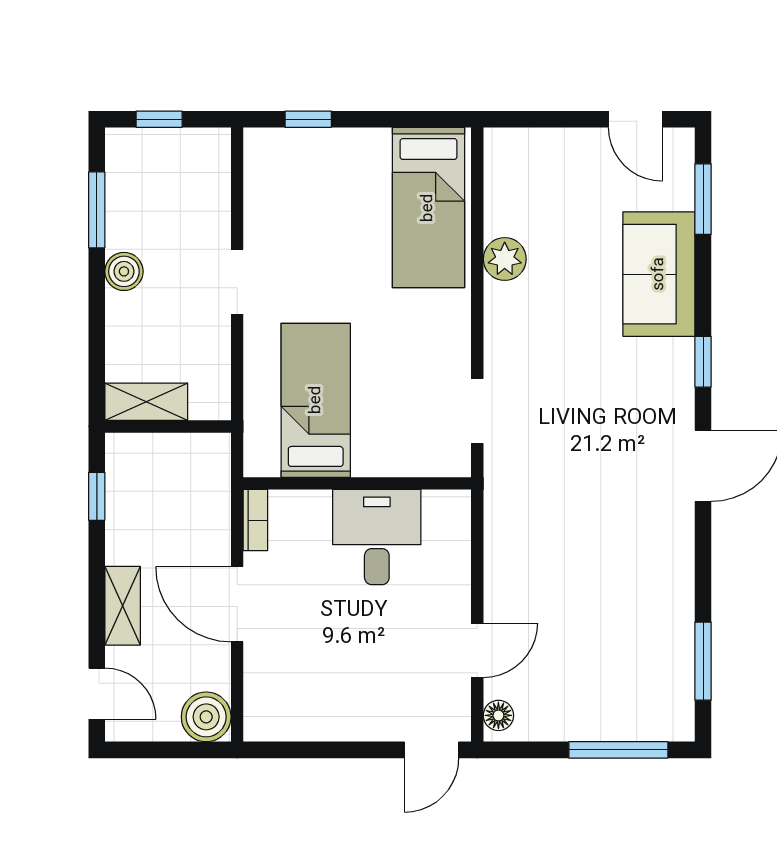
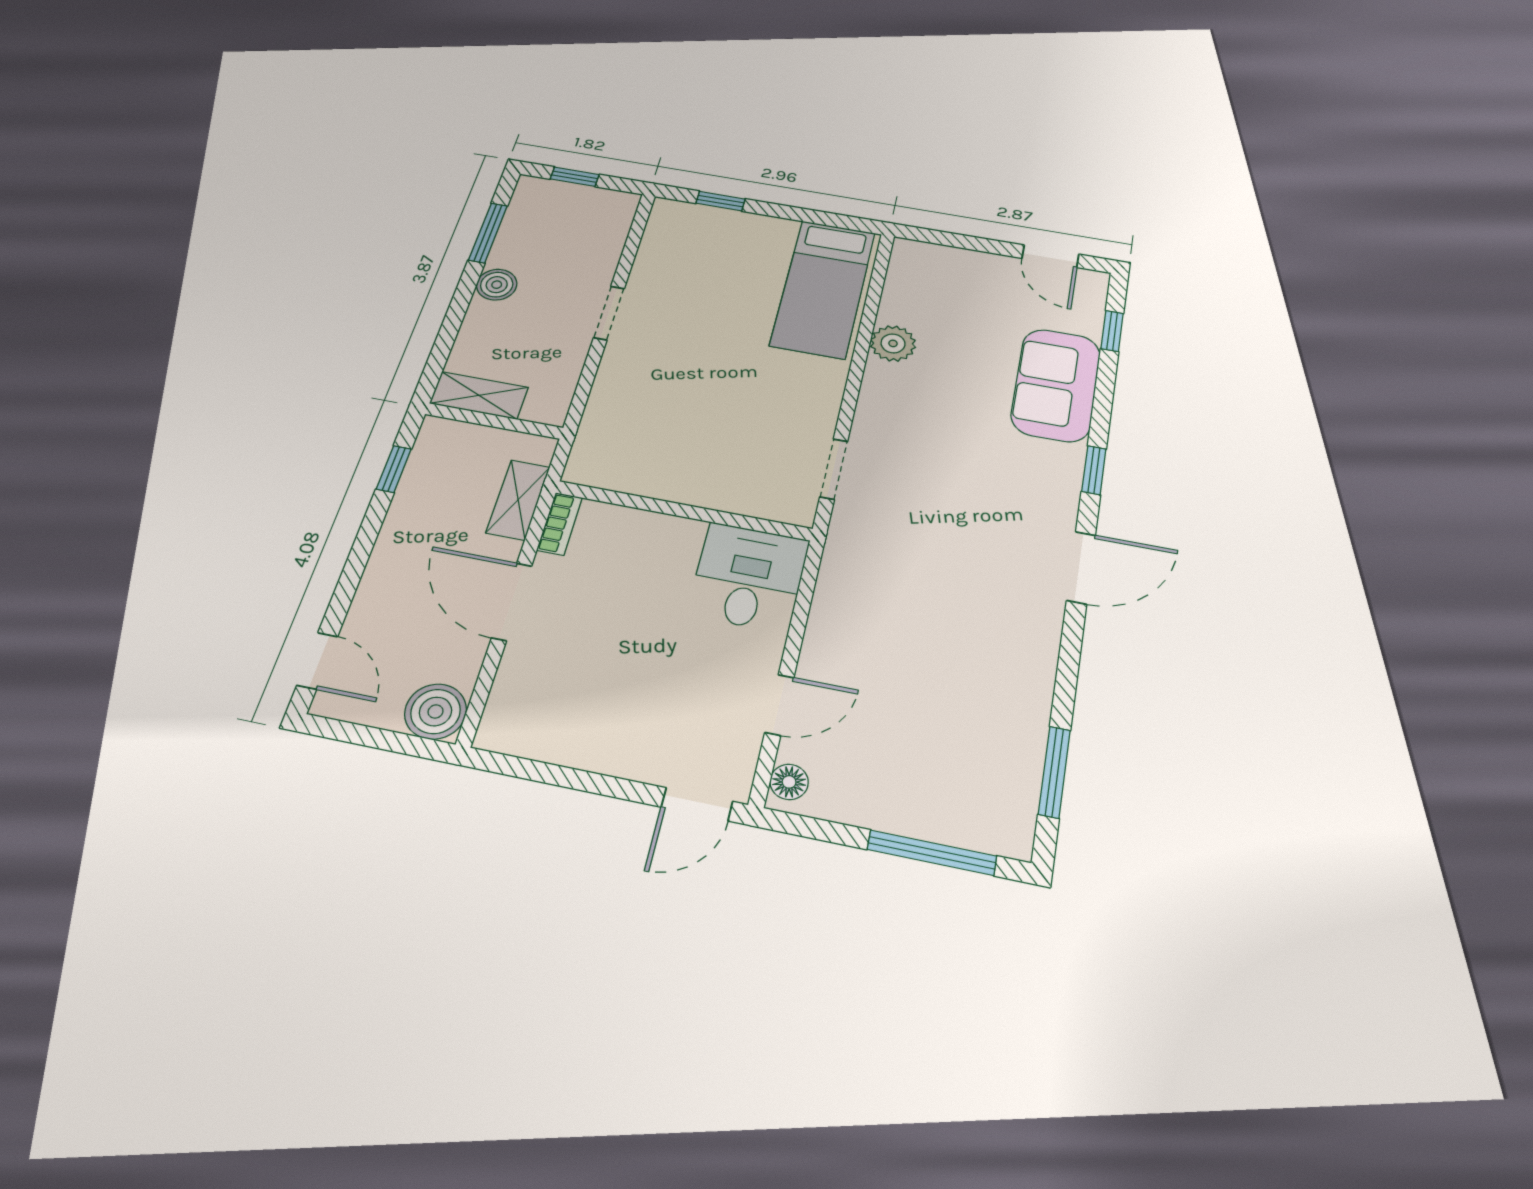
window: (703, 199) -> (1112, 331), width x0.67
bed: (316, 400) -> (660, 427), removed
desk: (377, 537) -> (748, 577), moved
shelving: (123, 606) -> (518, 500), moved

